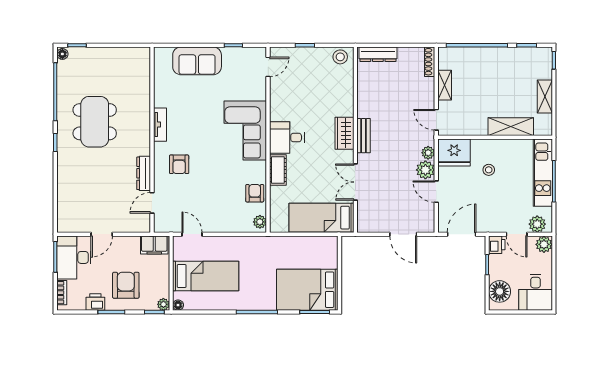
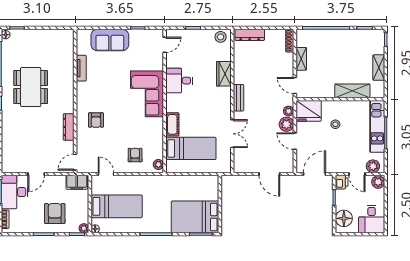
tv unit: (160, 125) -> (81, 68), moved
wardrobe: (344, 133) -> (224, 74), moved
desk: (287, 137) -> (179, 81), moved
double door: (355, 182) -> (232, 134), swing flipped
armchair: (255, 193) -> (135, 155), moved
door: (152, 203) -> (75, 162), moved
bed: (321, 218) -> (191, 148), moved, turned 180
printer: (95, 302) -> (31, 227), removed

